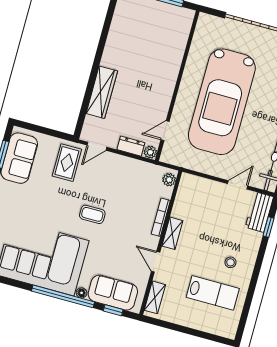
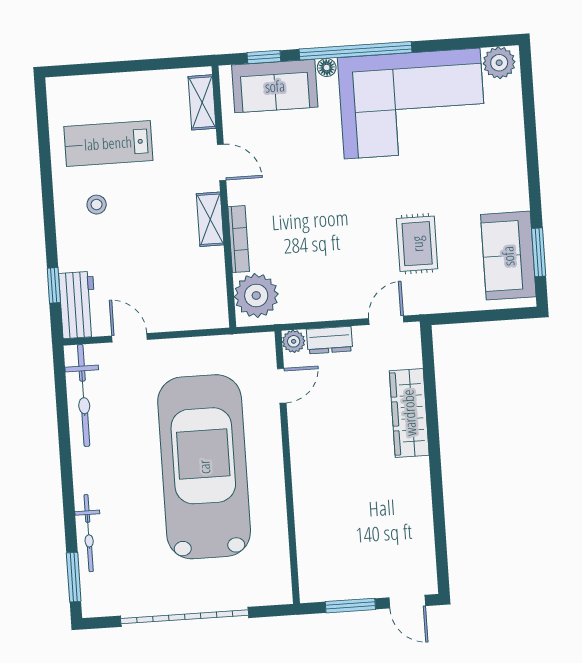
rug: (67, 163) -> (417, 244), moved
plant: (169, 180) -> (256, 295), width x1.88, depth x1.88
door: (238, 185) -> (130, 338), swing flipped
coffee table: (92, 214) -> (354, 204), removed

